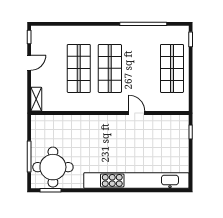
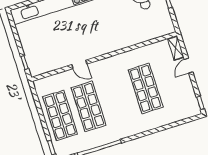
door: (29, 63) -> (189, 66), moved
shop shelf: (110, 68) -> (89, 106), moved

